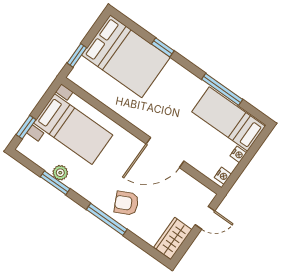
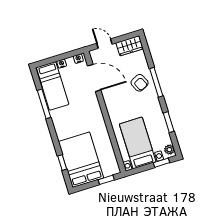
window: (163, 47) -> (62, 163), moved
door: (165, 152) -> (94, 78), moved
plant: (60, 173) -> (169, 150), moved

